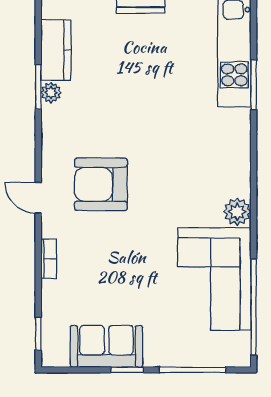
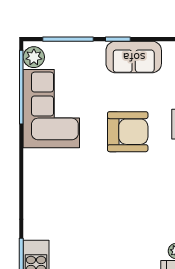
armchair: (101, 184) -> (128, 132), moved
plant: (237, 212) -> (34, 57), moved

